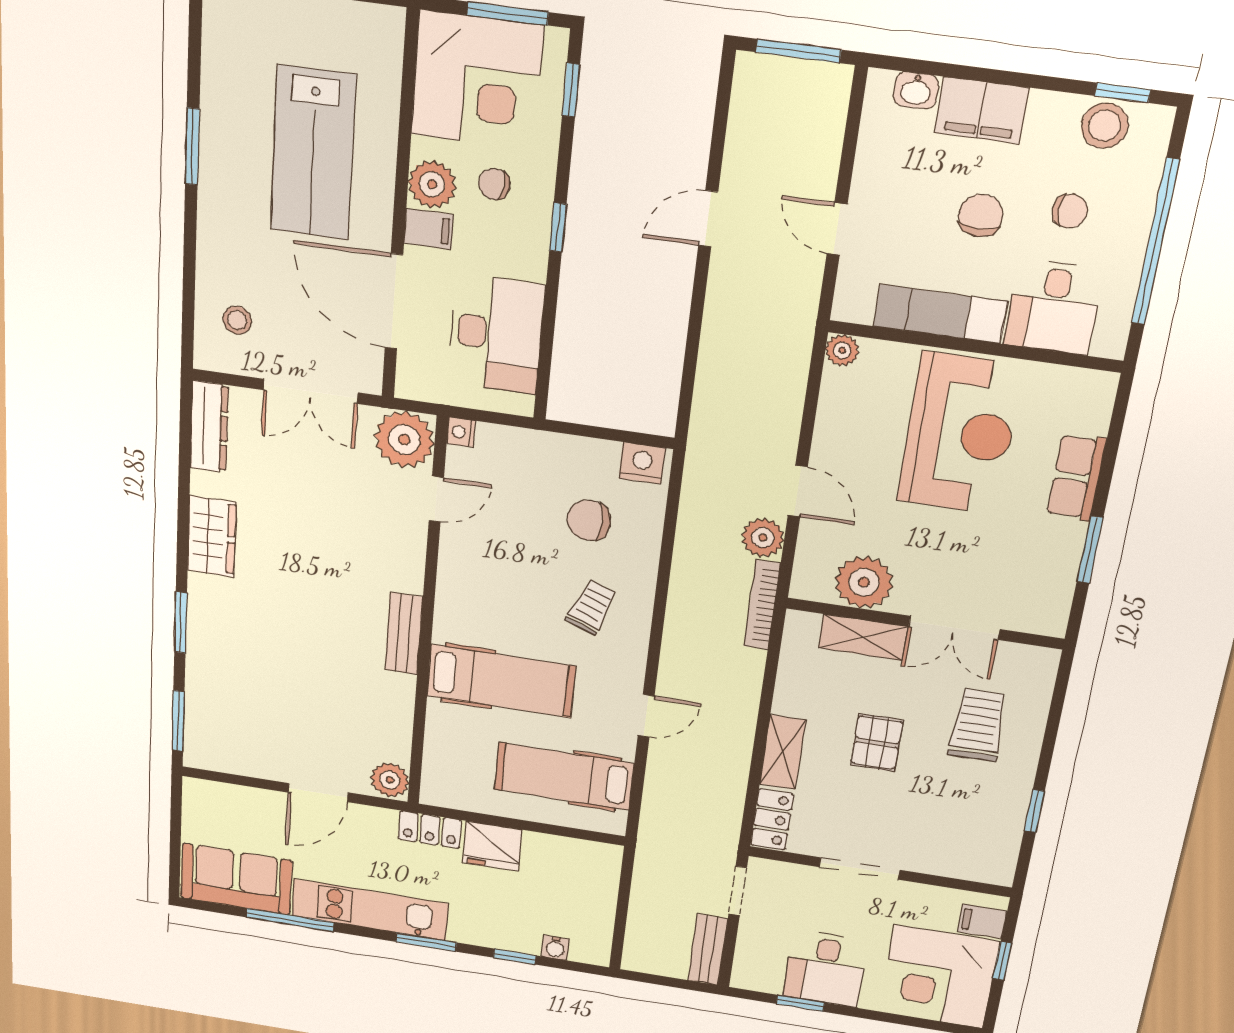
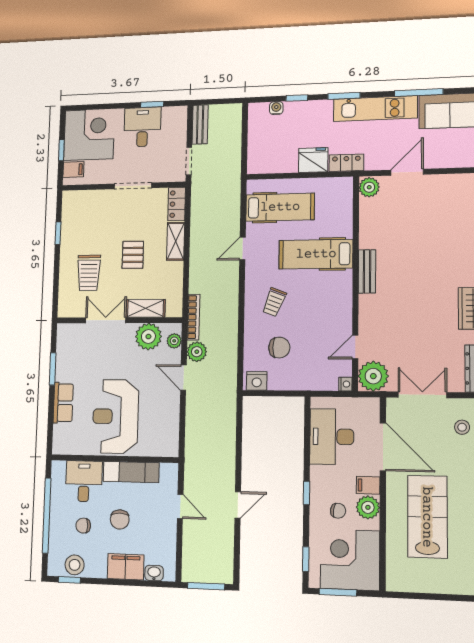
plant: (842, 350) -> (174, 341), moved

